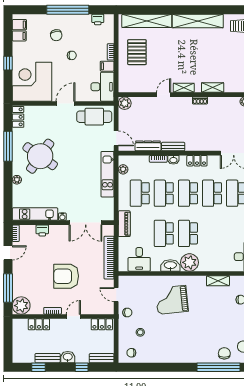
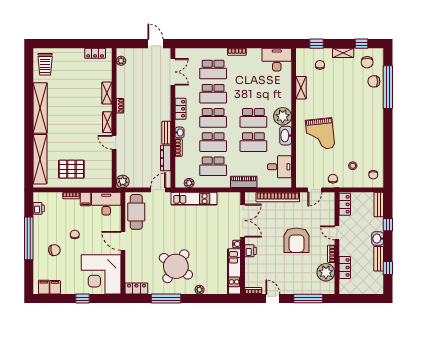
printer: (42, 230) -> (251, 251), moved
plant: (21, 306) -> (326, 272), moved

